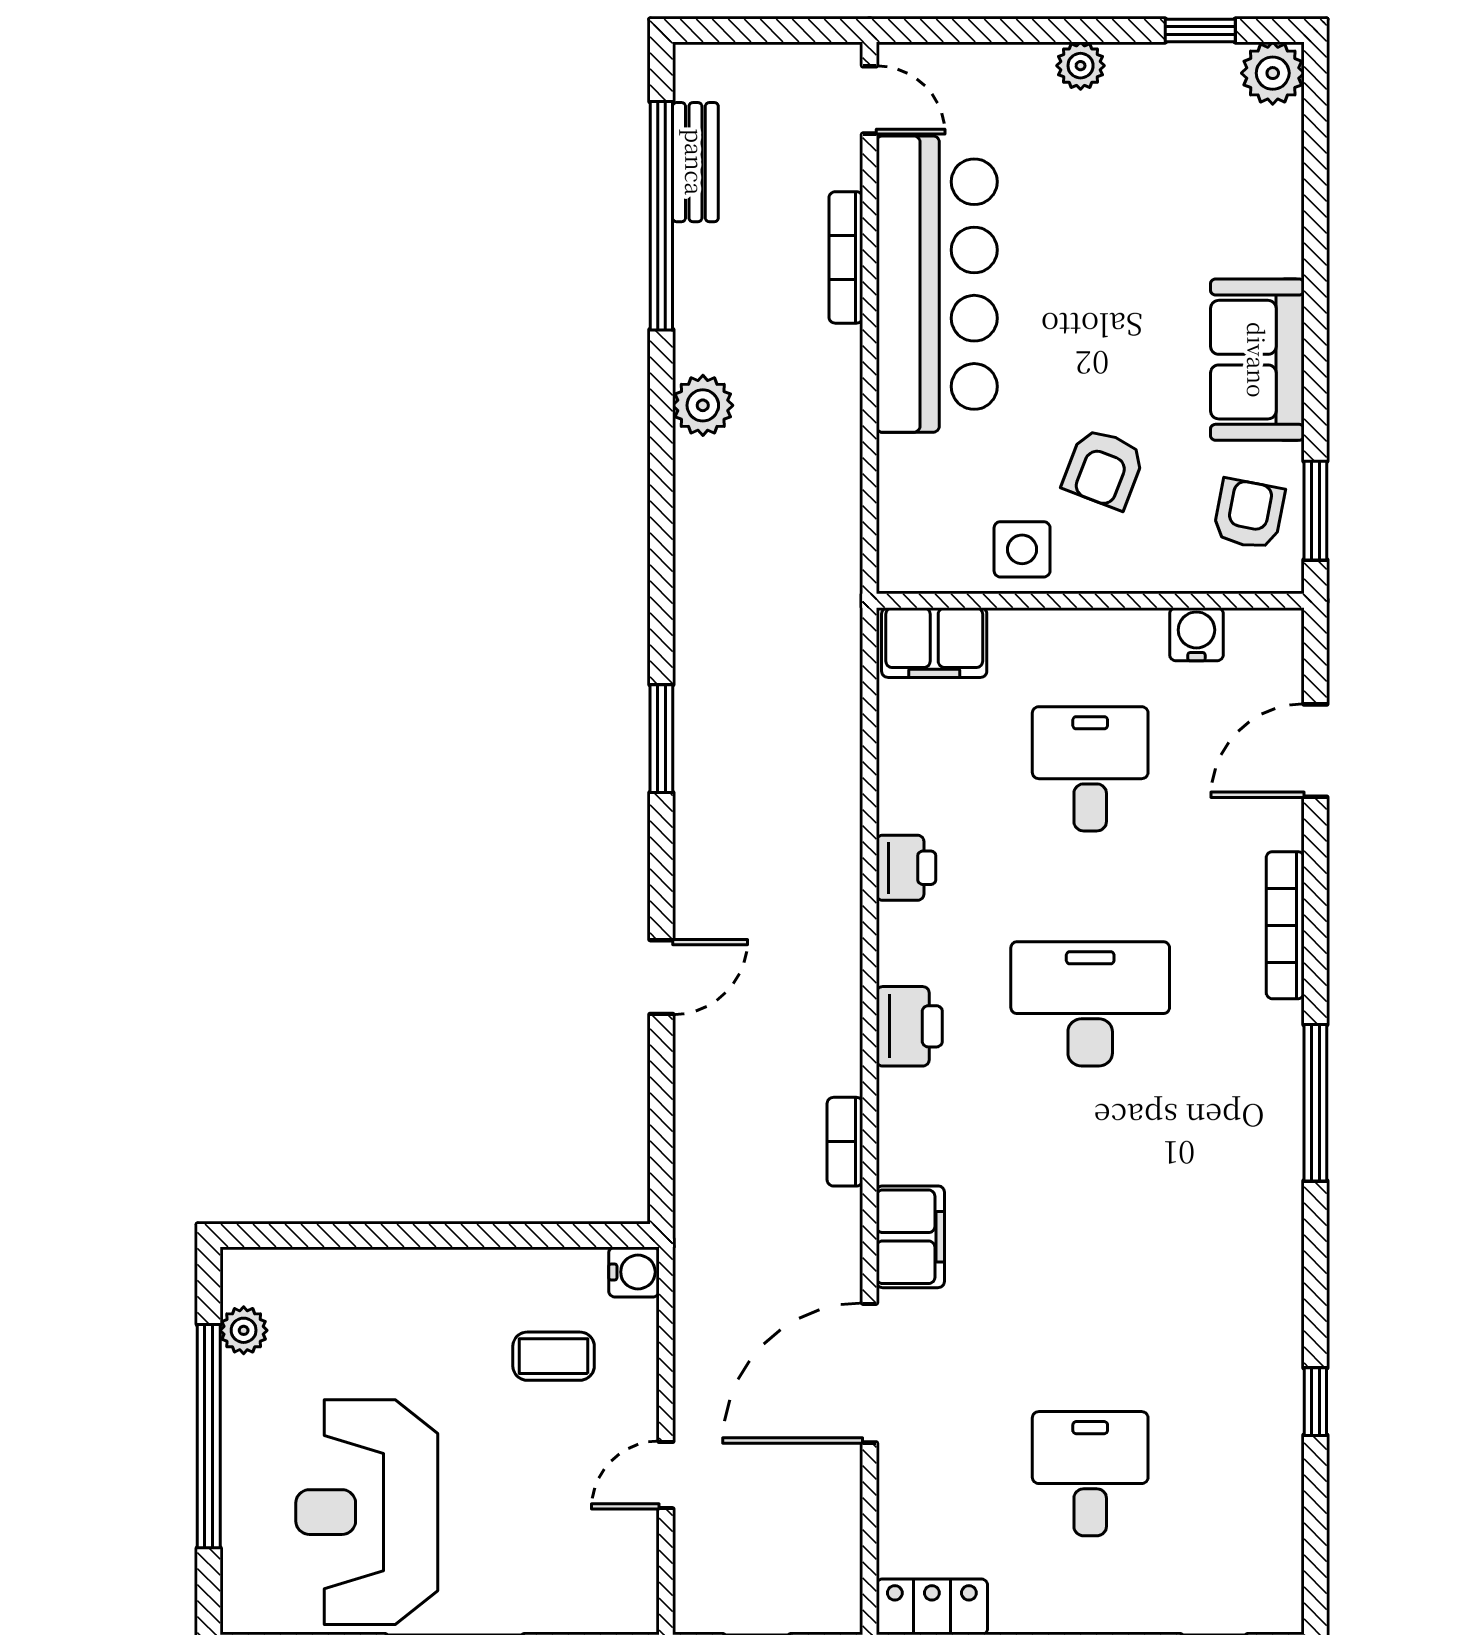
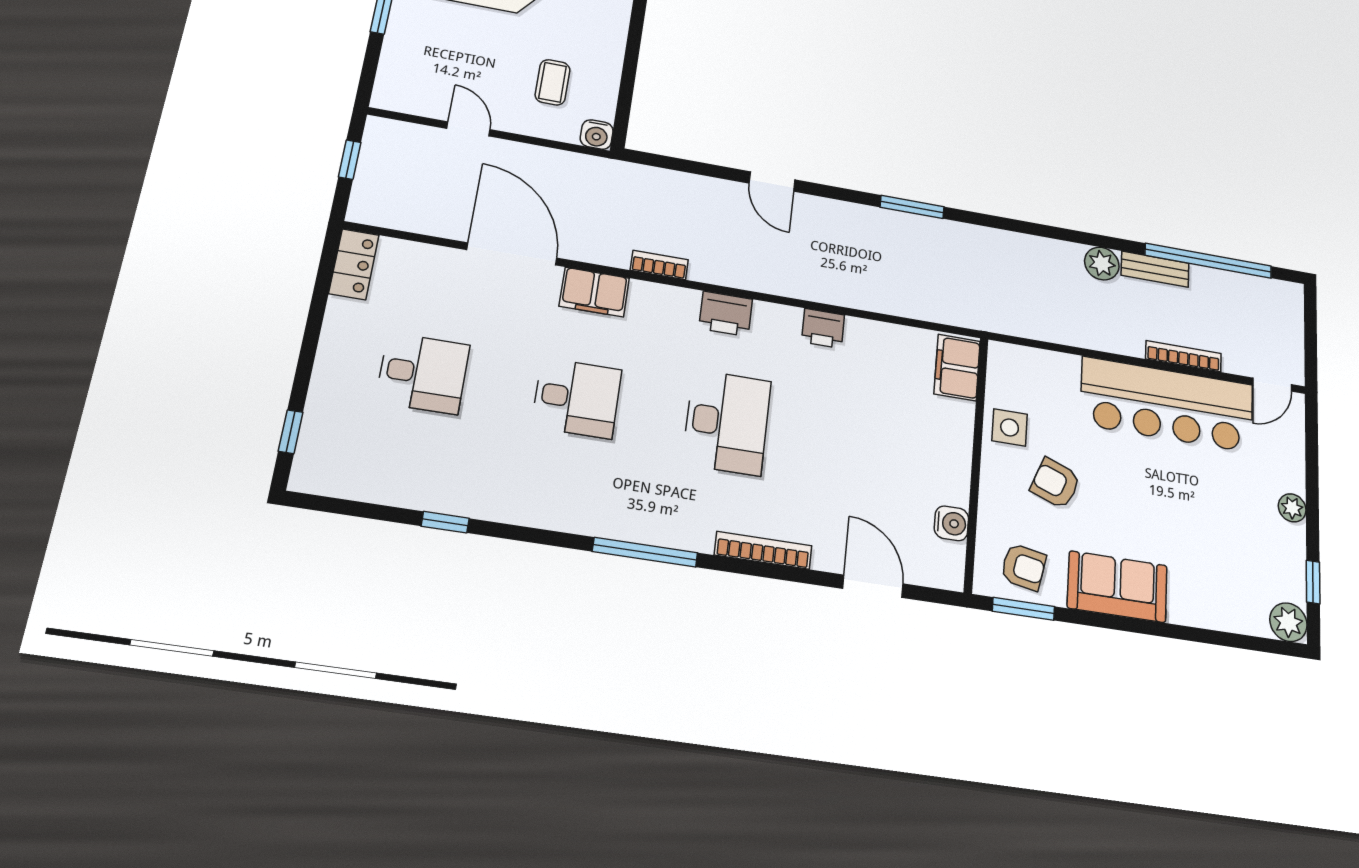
bench: (695, 162) -> (1155, 269), moved
desk: (1090, 769) -> (577, 398), moved

